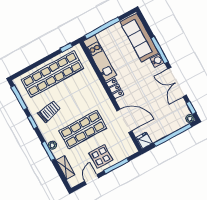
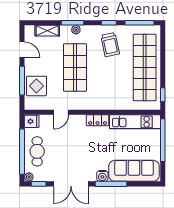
double door: (177, 82) -> (71, 184), swing flipped
door: (124, 121) -> (61, 112), width x0.53
cafe table: (166, 123) -> (37, 151), added
display table: (101, 156) -> (36, 86), moved

